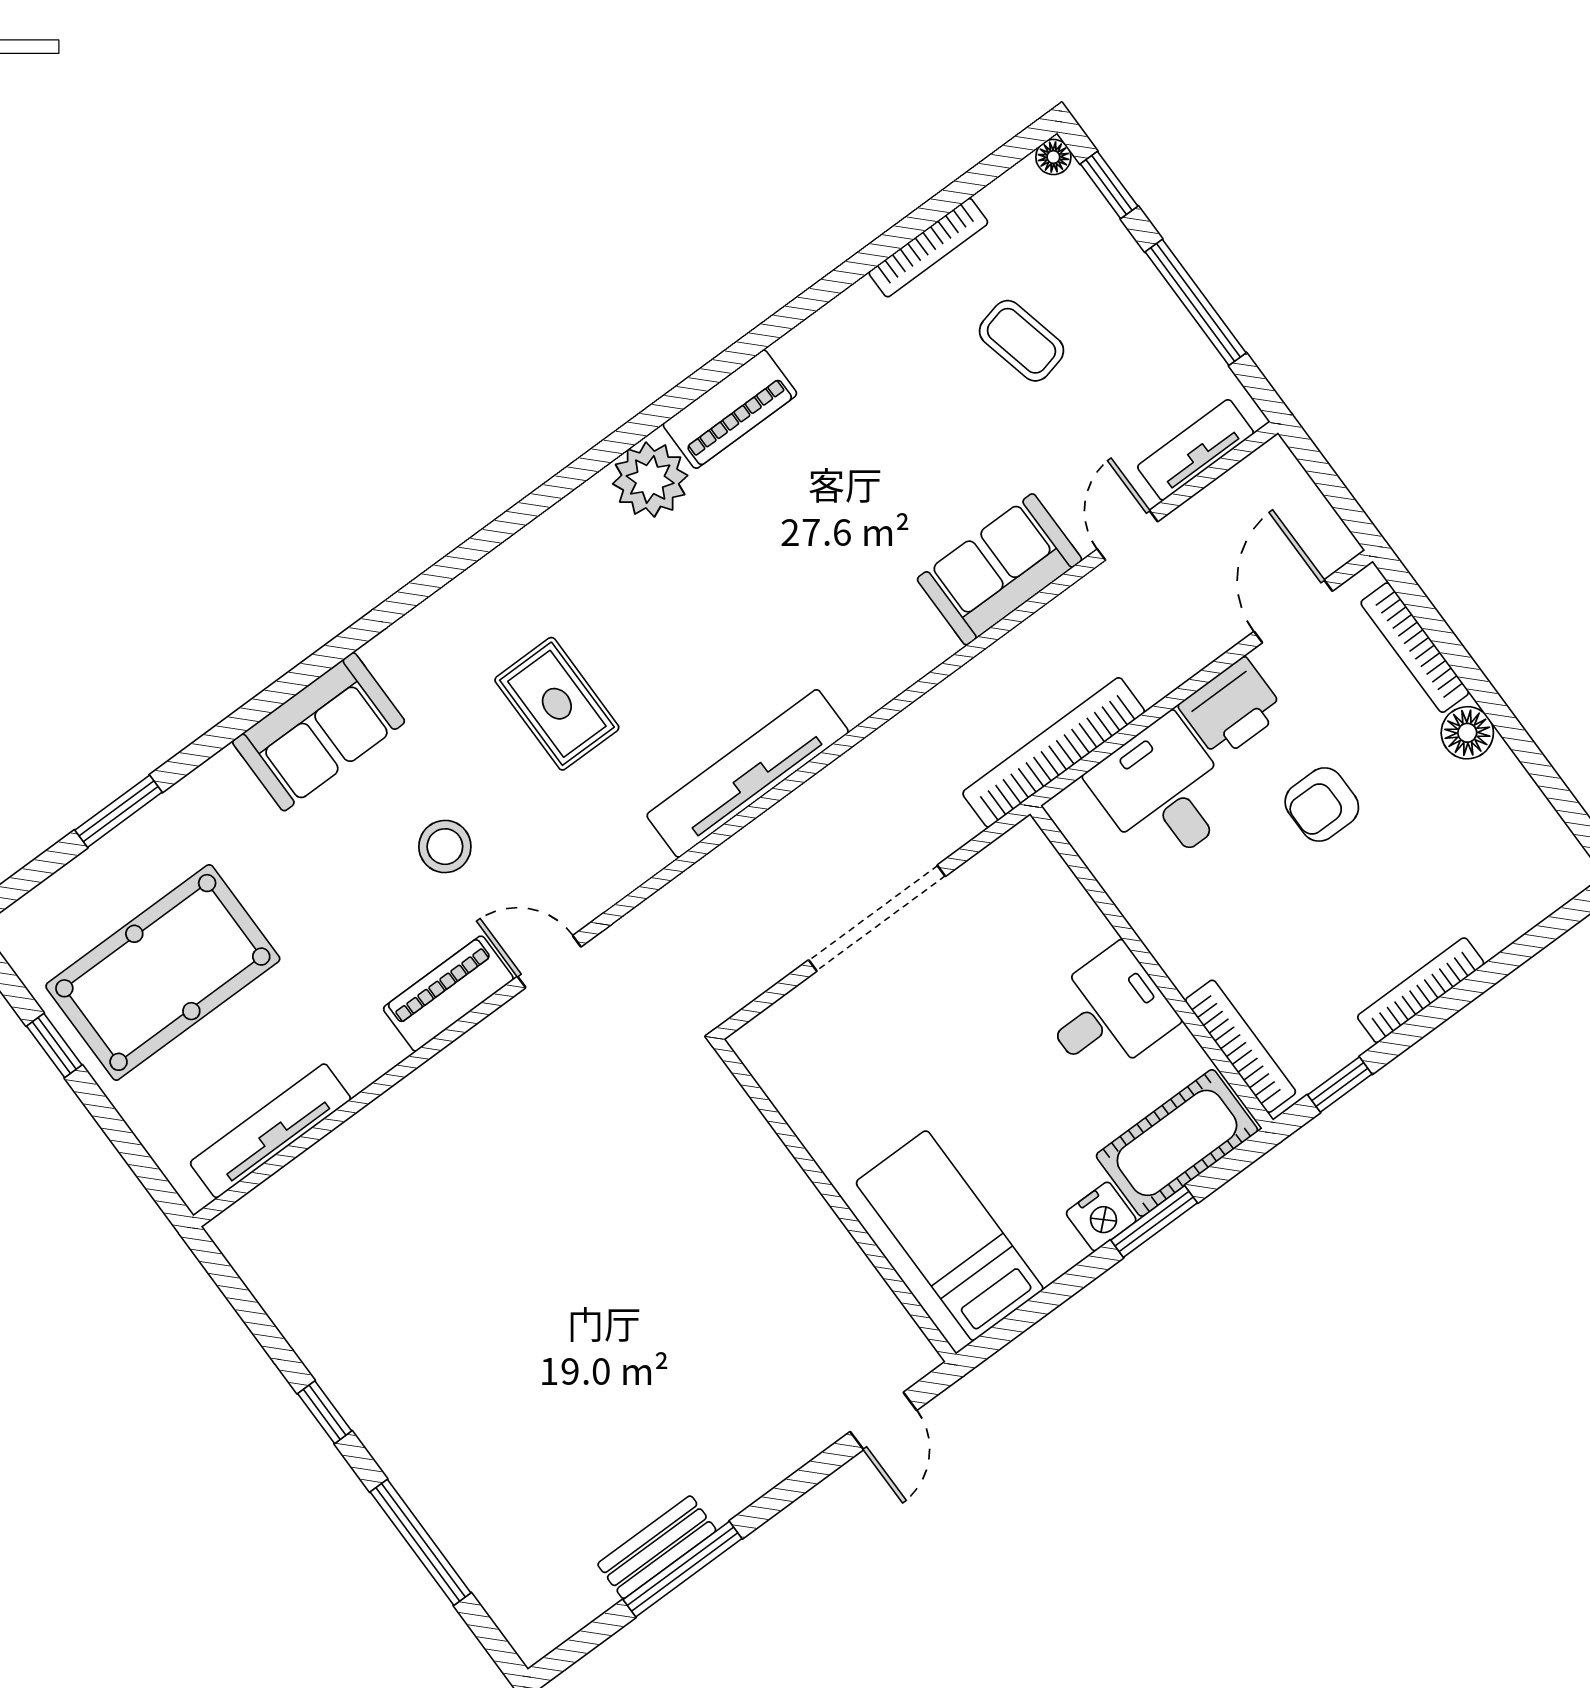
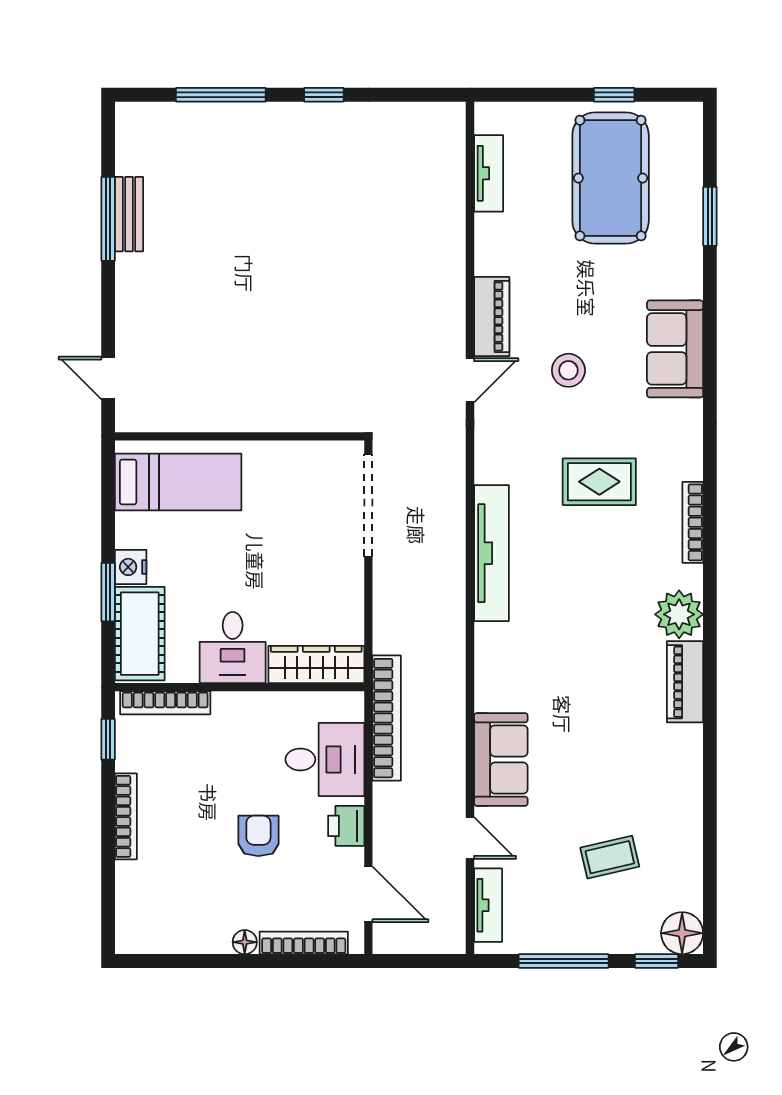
floor lamp: (1053, 157) -> (682, 933), width x1.89, depth x1.89
bookcase: (928, 248) -> (693, 522), moved
printer: (1232, 708) -> (346, 826), width x0.73, depth x0.81
floor lamp: (1467, 733) -> (245, 942), width x0.73, depth x0.73
wardrobe: (1051, 891) -> (316, 665), added
doorway: (877, 918) -> (368, 506), moved
tv unit: (270, 1131) -> (489, 173), width x0.71

